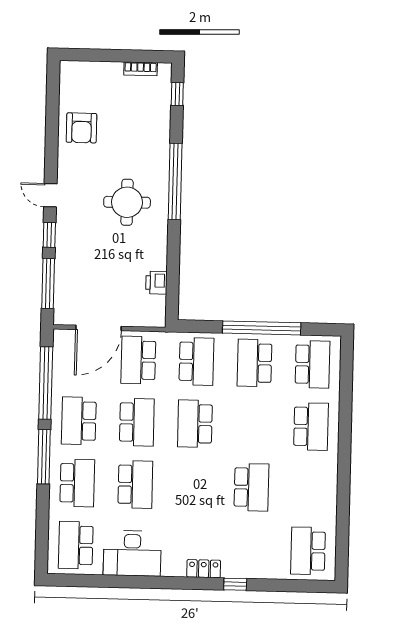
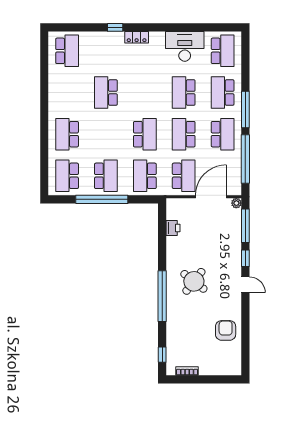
round table: (127, 202) -> (194, 281), turned 38
plant: (61, 317) -> (236, 203), added

